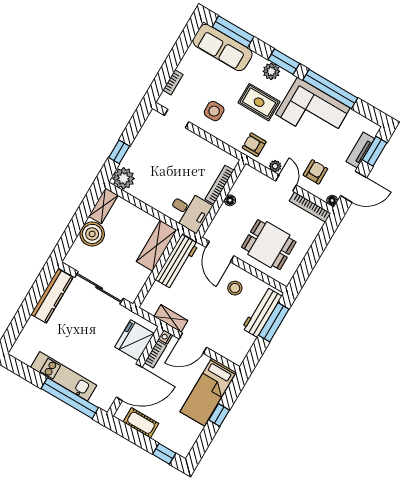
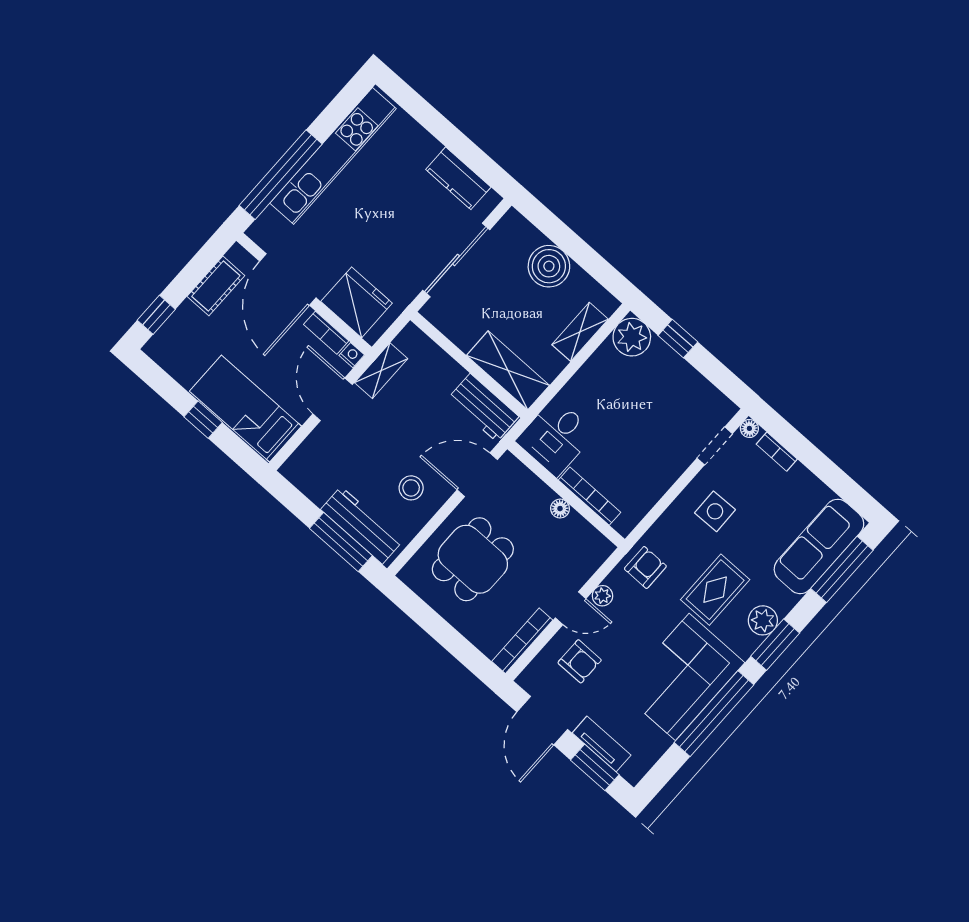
floor lamp: (332, 200) -> (749, 428), moved
shelving: (103, 206) -> (580, 332), moved, turned 90
workbench: (177, 262) -> (483, 408), width x0.73
kitchen counter: (52, 296) -> (458, 178), width x0.67
kitchen unit: (64, 376) -> (333, 156), width x1.36

